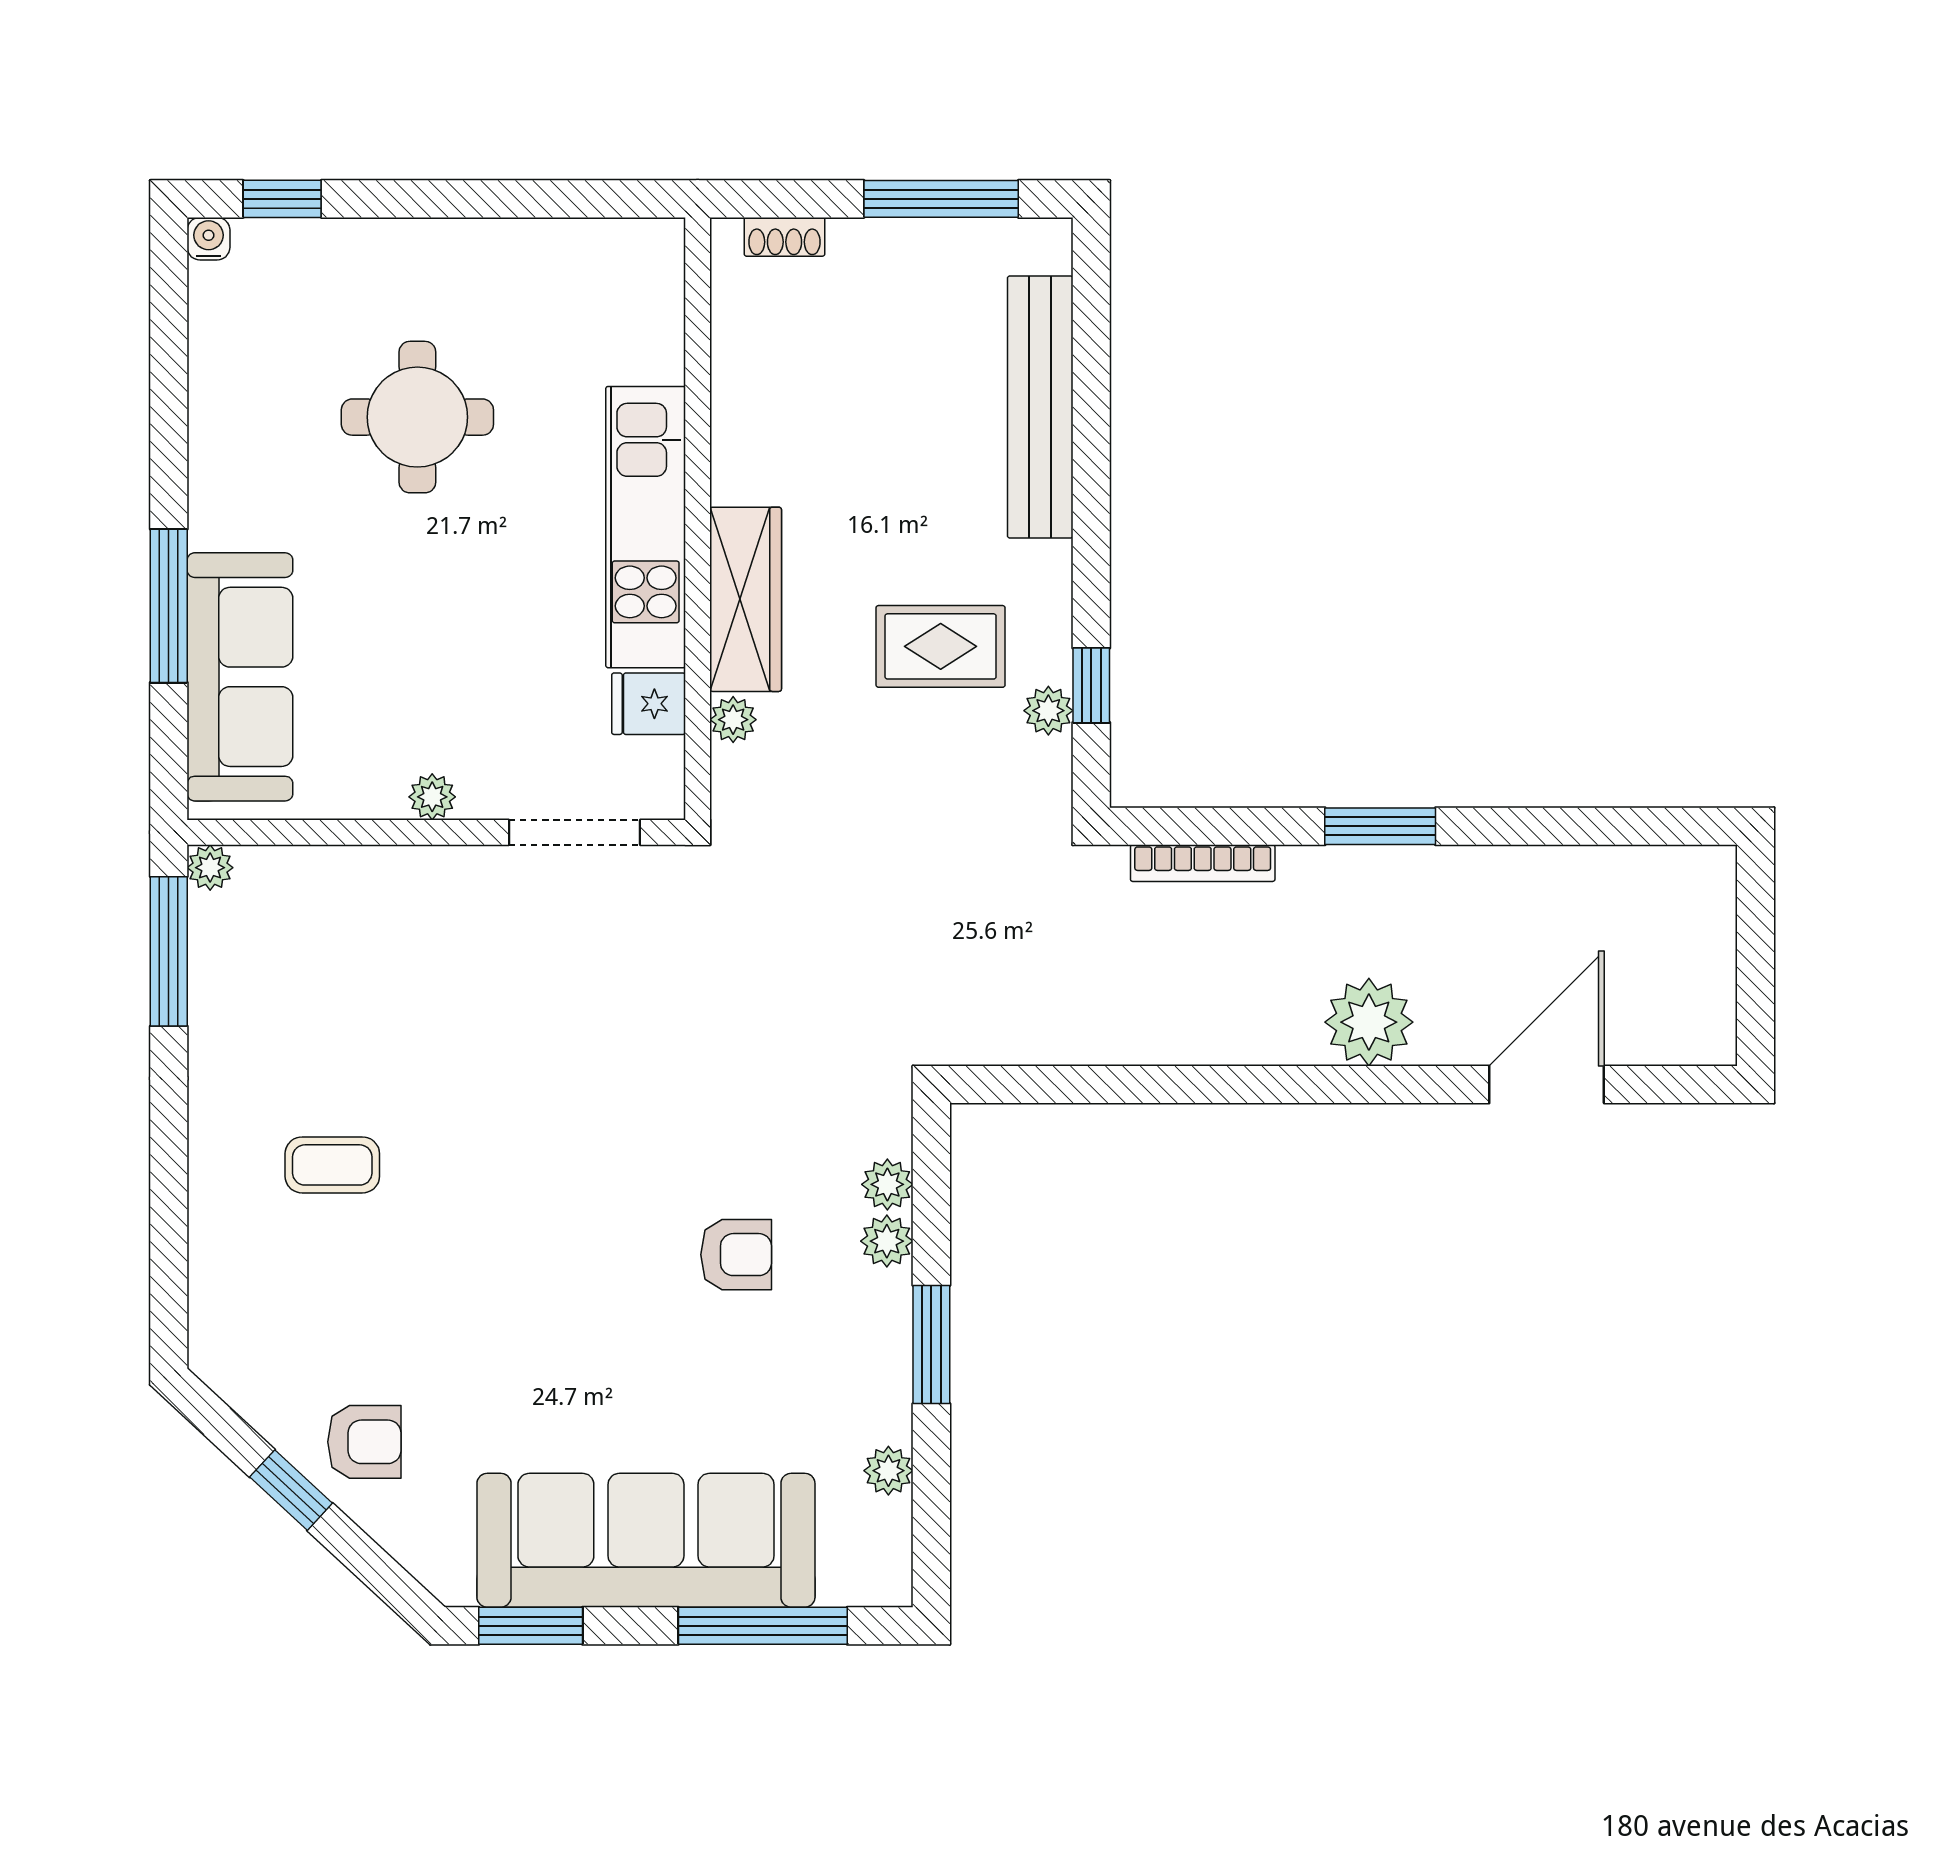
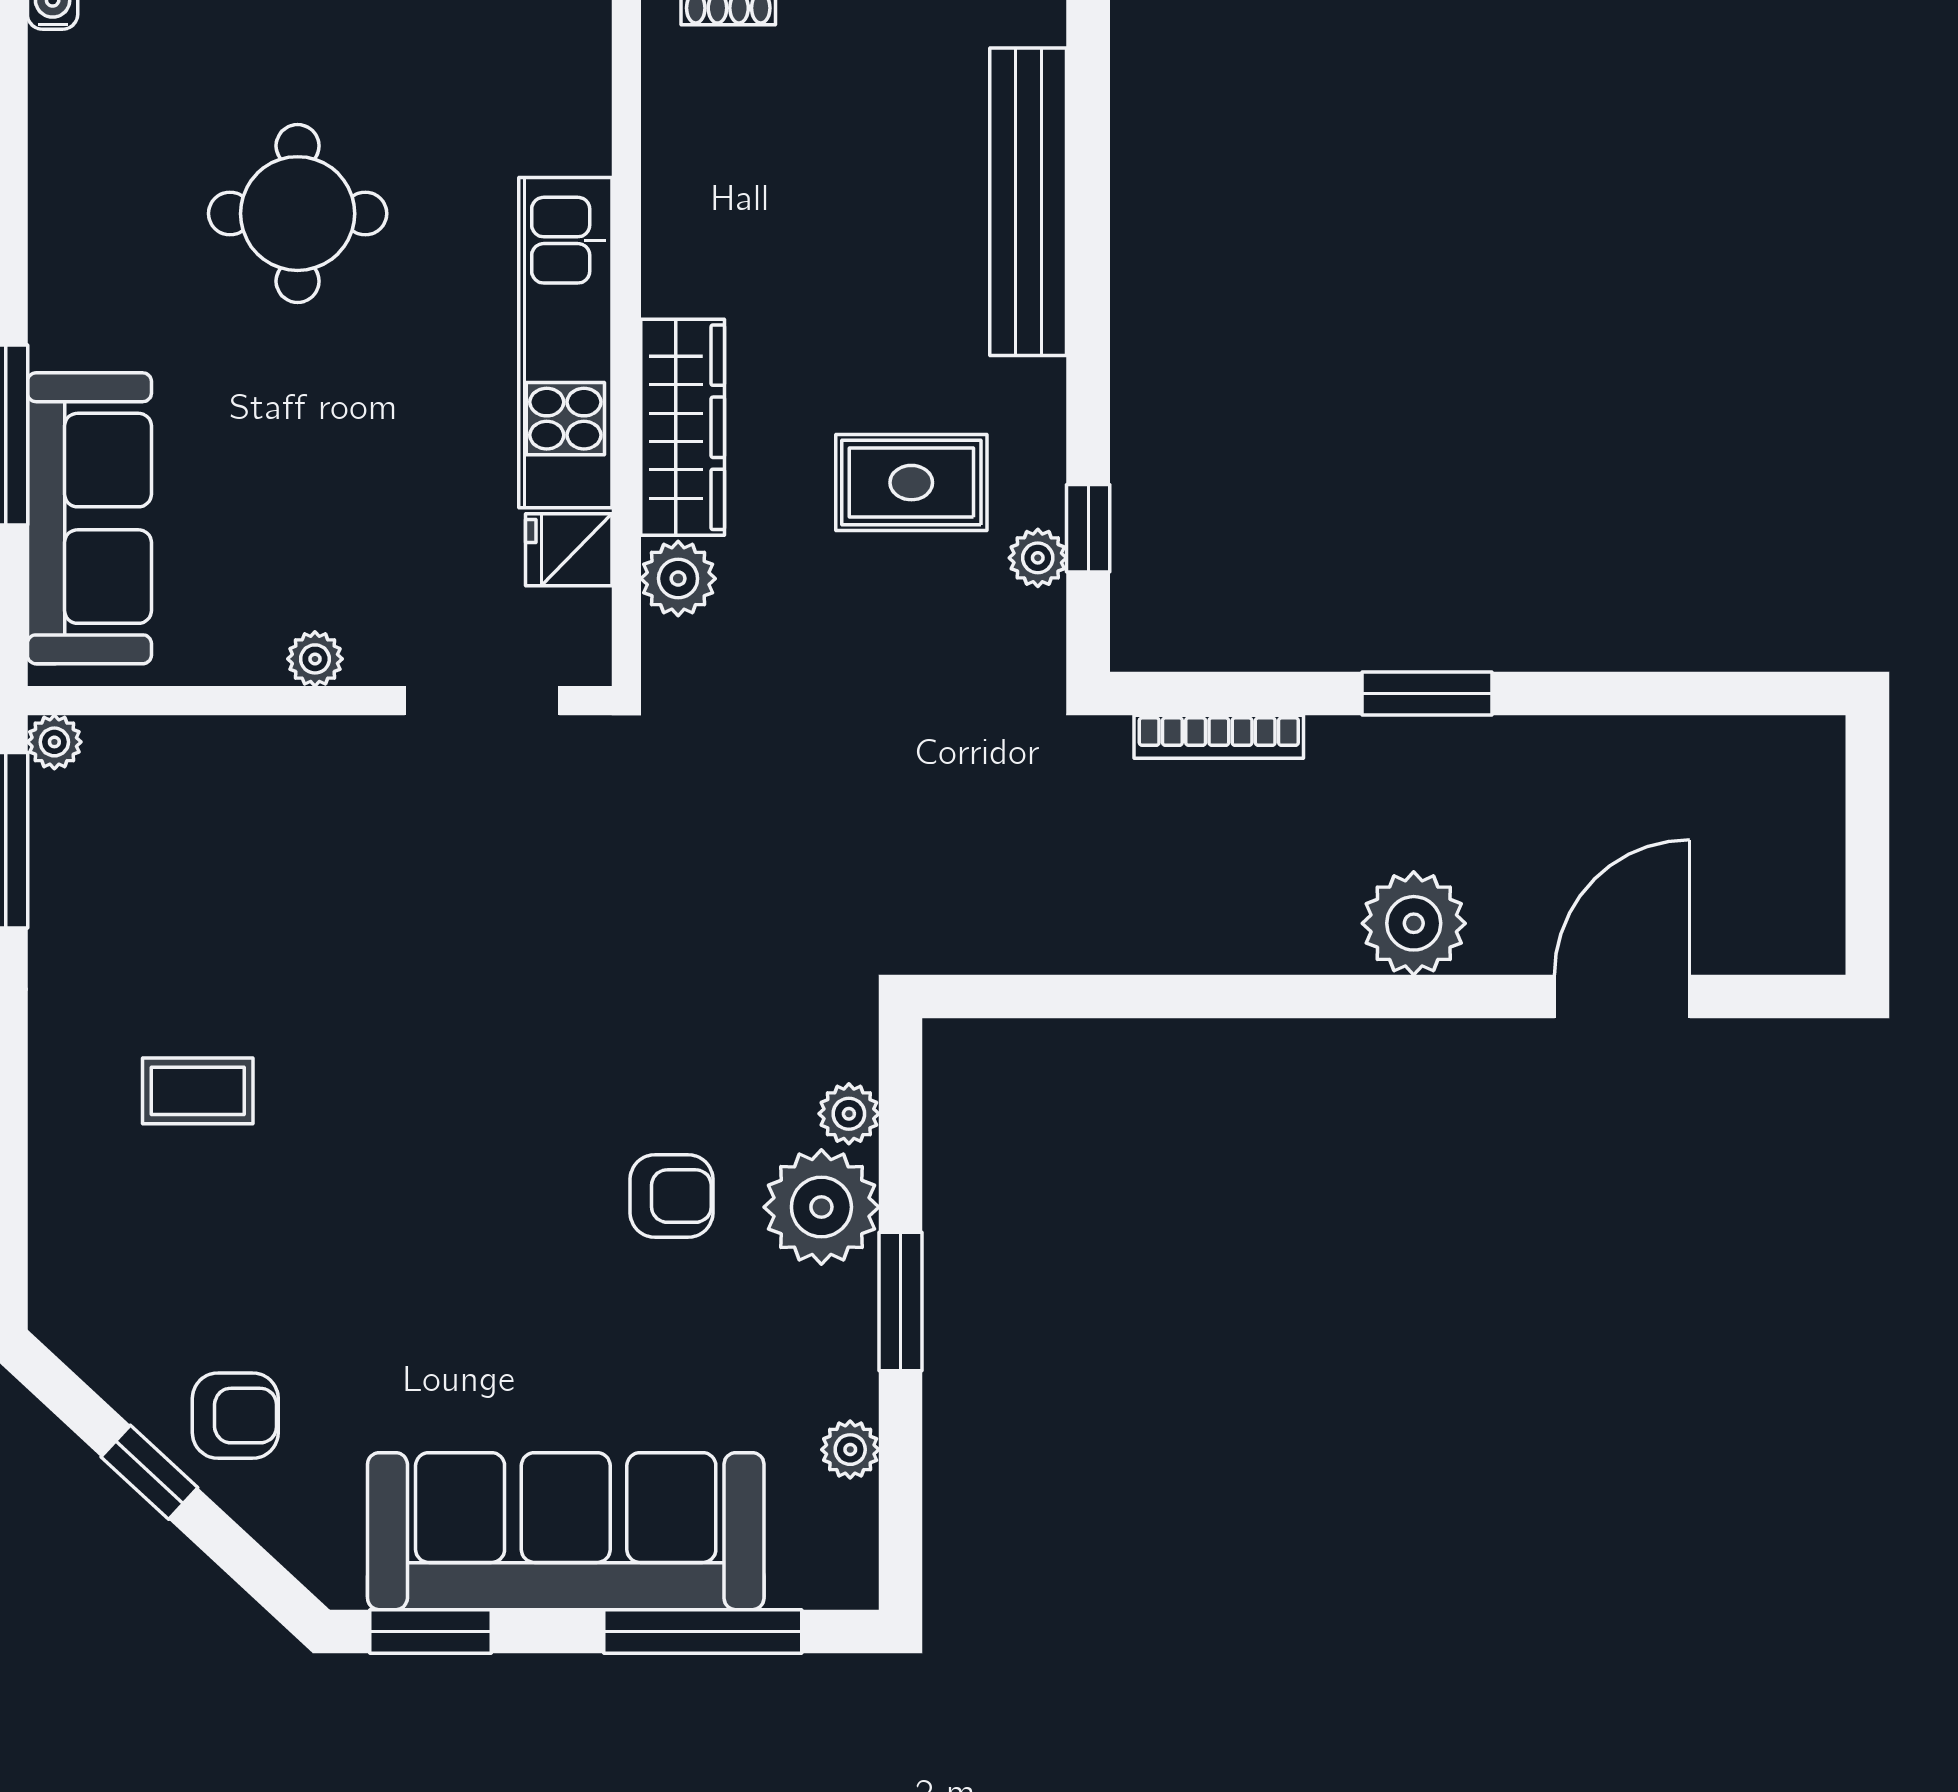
plant: (733, 720) -> (678, 579), width x1.38, depth x1.38
plant: (887, 1241) -> (821, 1207), width x1.88, depth x1.88

